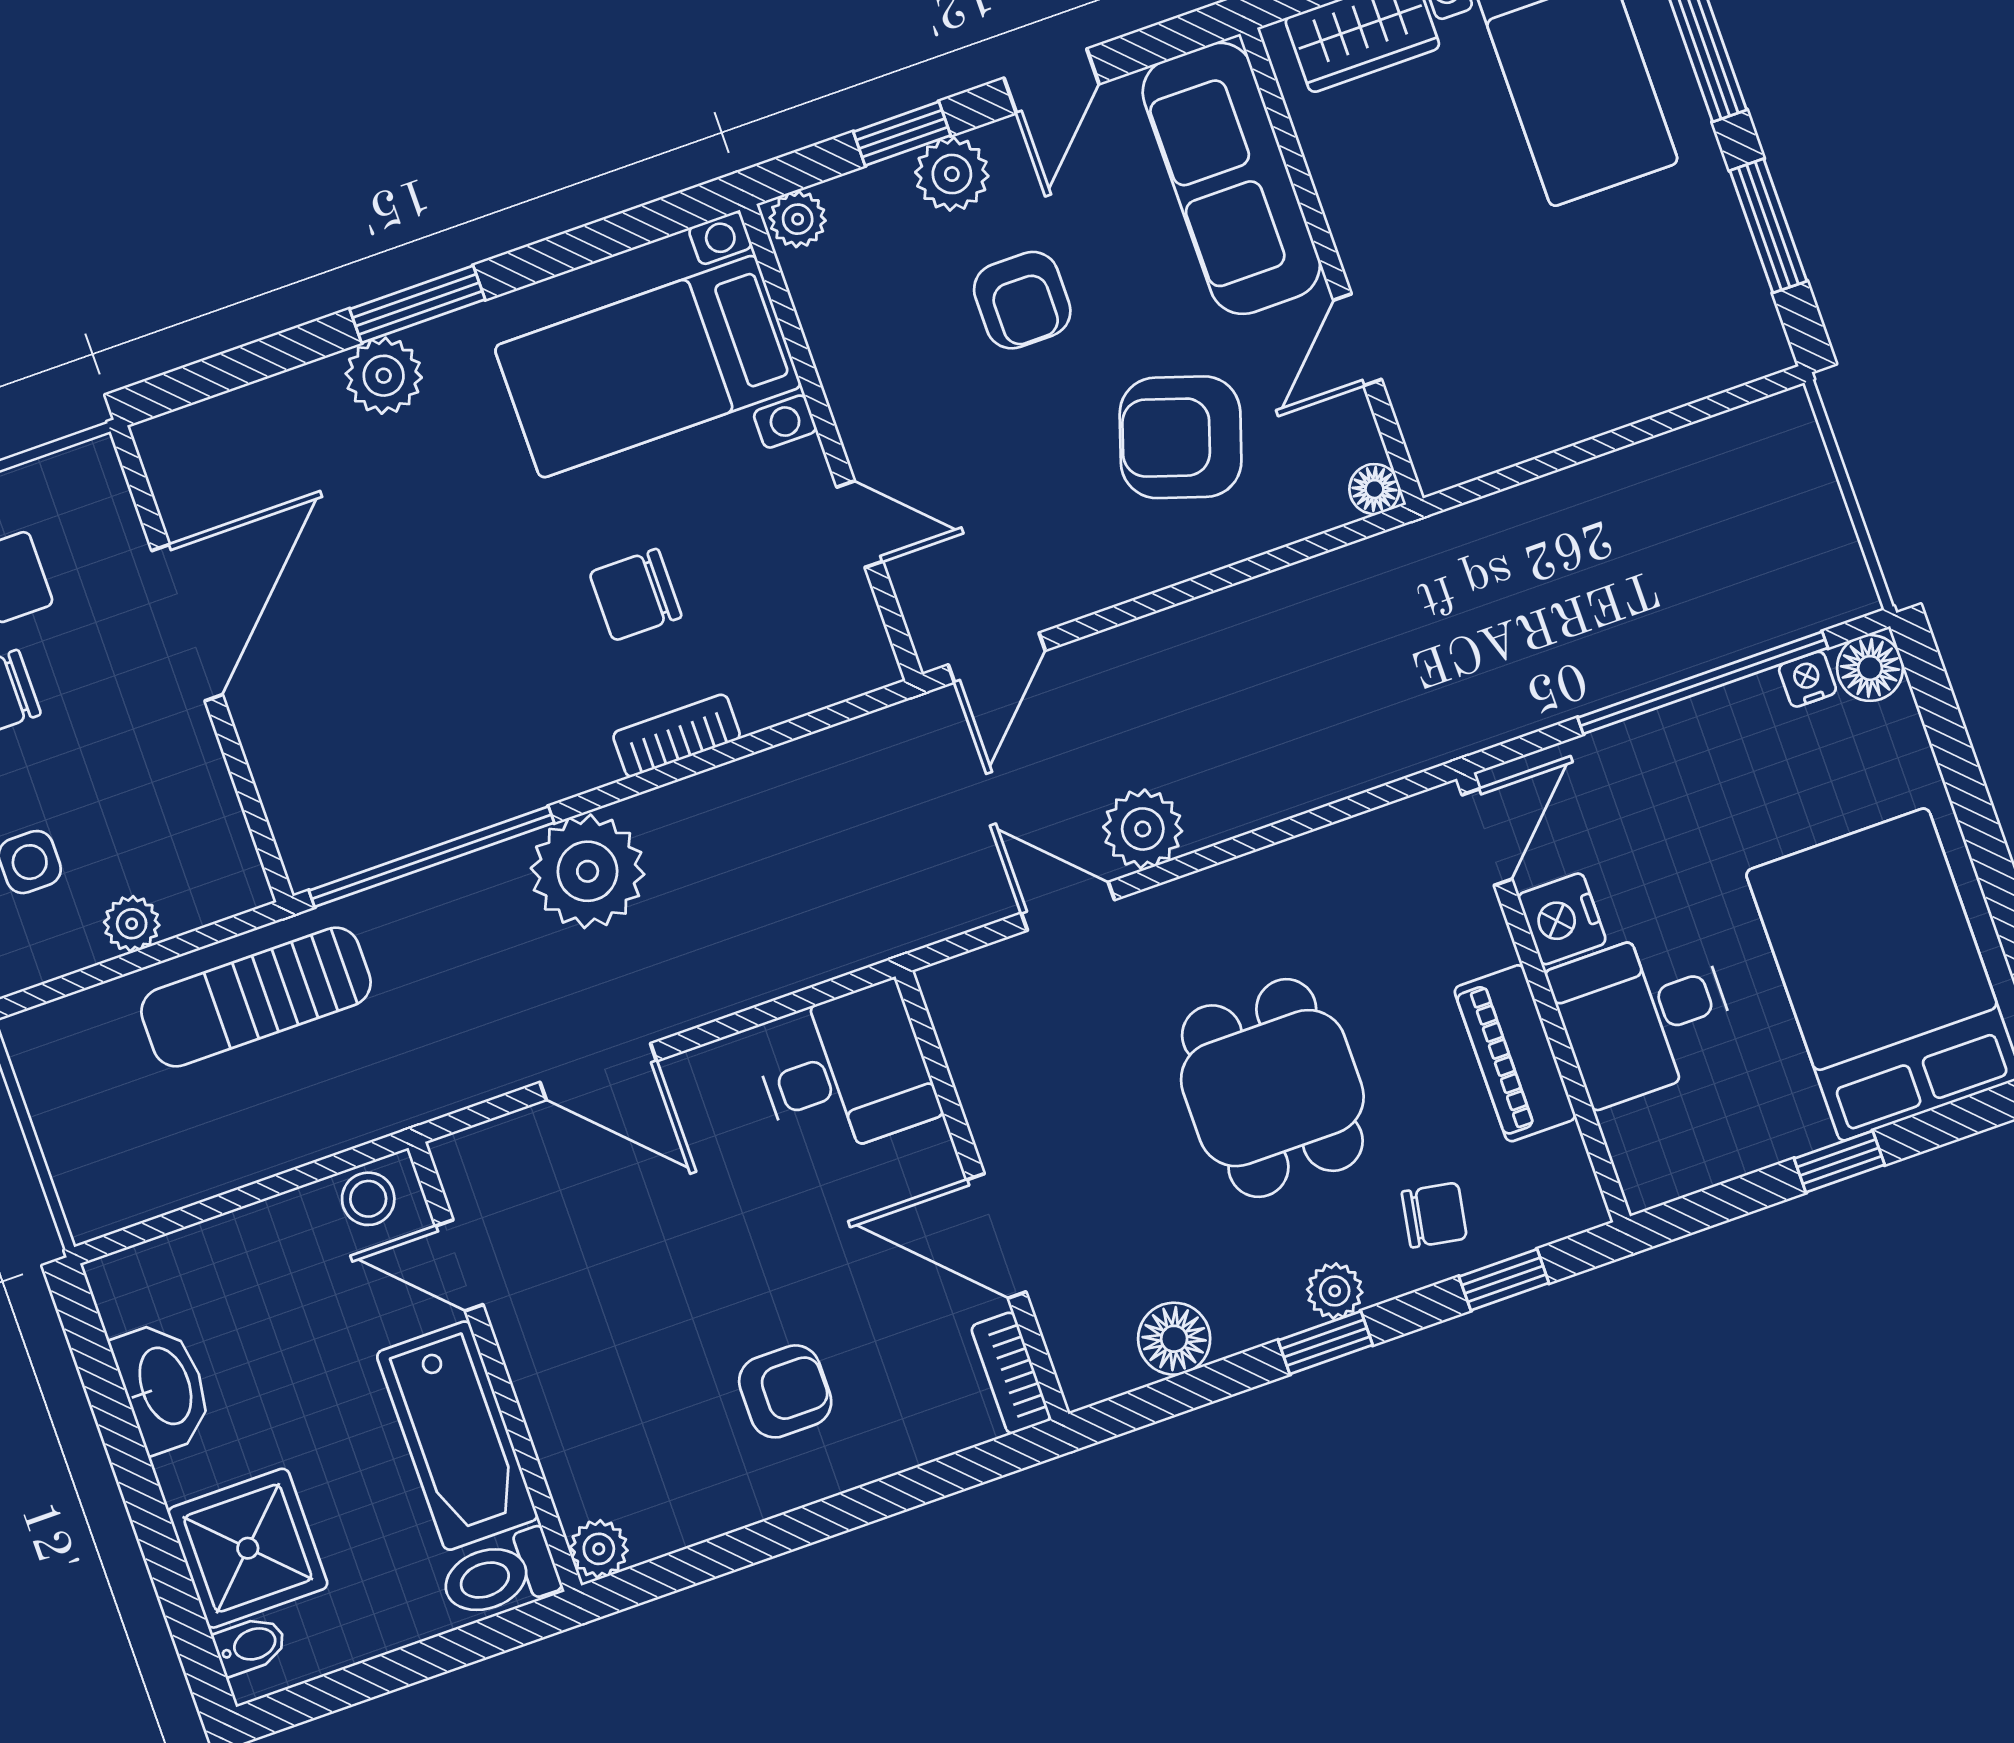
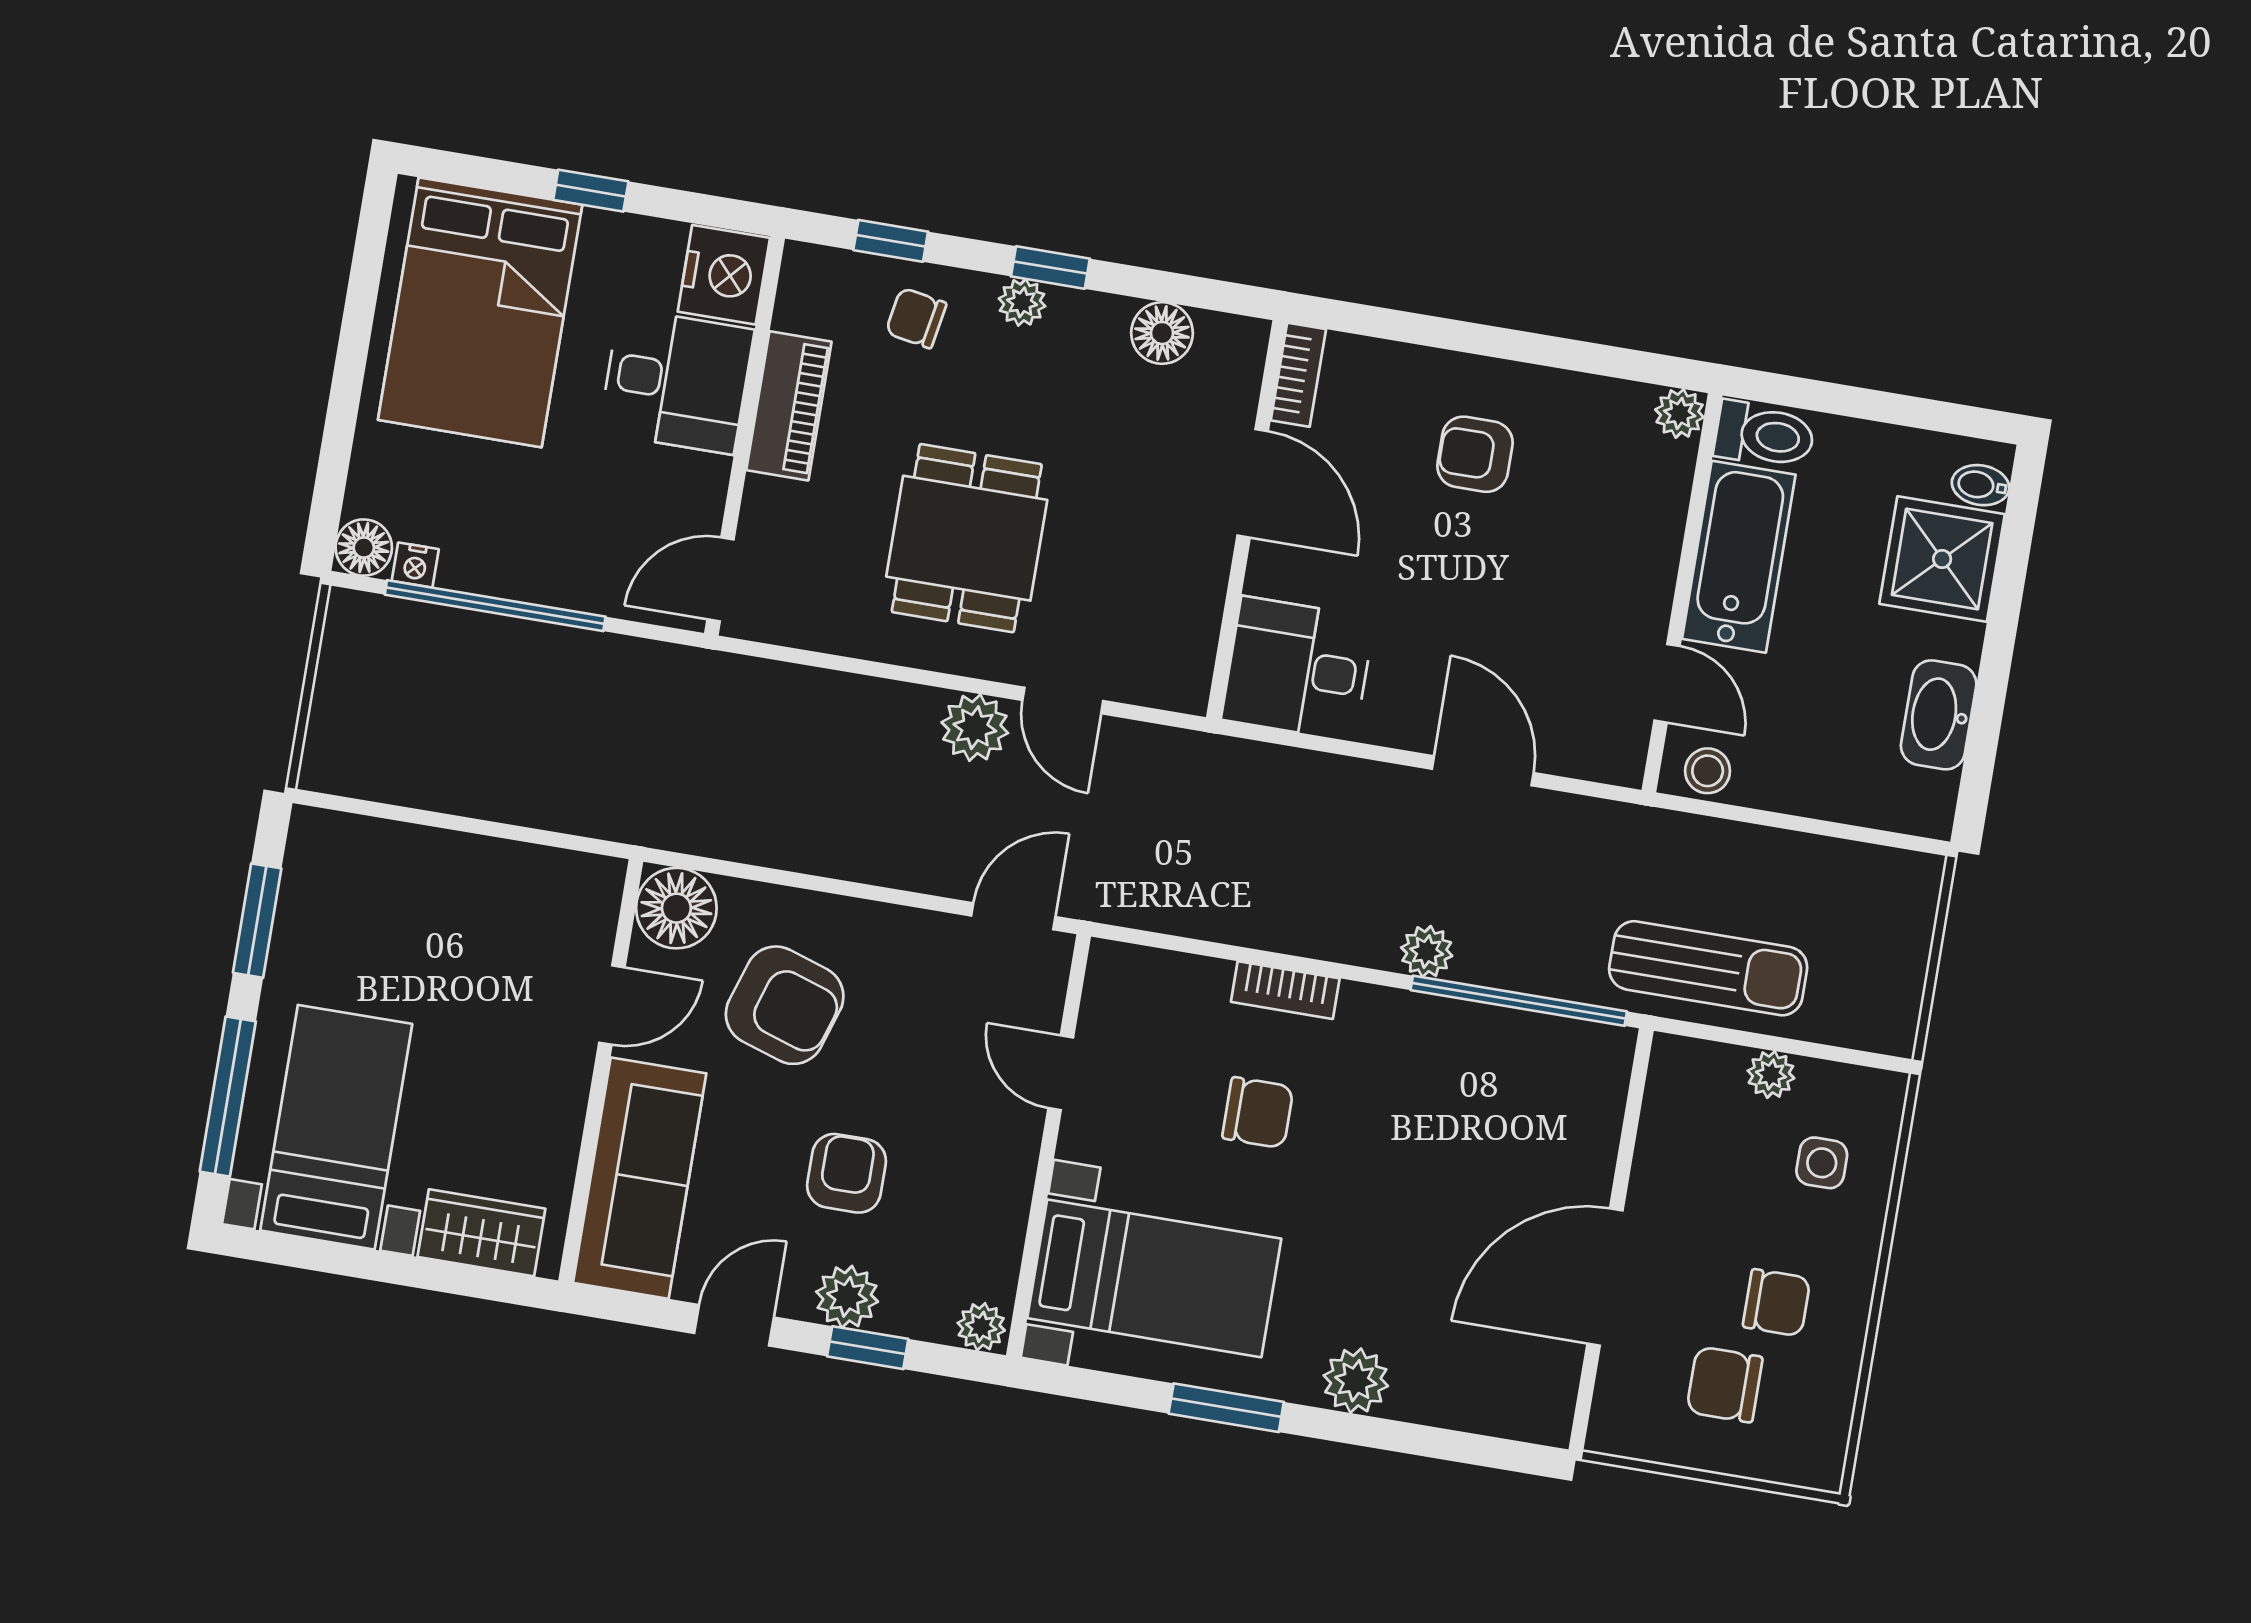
window: (417, 304) -> (1226, 1408), moved
floor lamp: (1374, 489) -> (676, 908), width x1.89, depth x1.89
plant: (588, 871) -> (1427, 952), width x0.53, depth x0.53
nightstand: (1562, 919) -> (724, 275), moved, width x1.36, depth x1.33
dining table: (1272, 1088) -> (967, 538), moved

